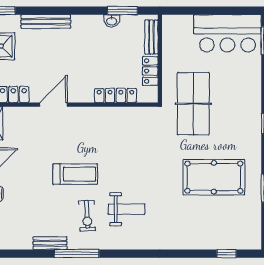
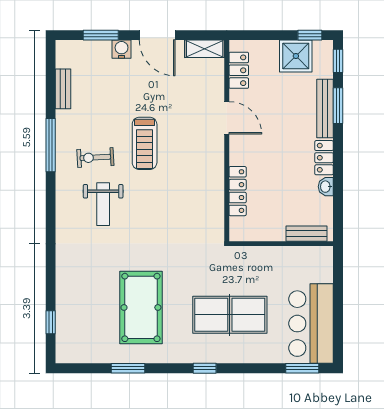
window: (122, 11) -> (338, 106), moved
locker: (150, 71) -> (324, 158), moved, turned -90
table tennis table: (193, 104) -> (230, 315), moved
bench: (50, 243) -> (63, 89), moved

